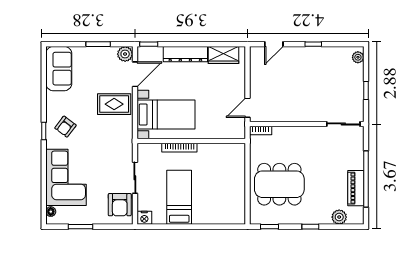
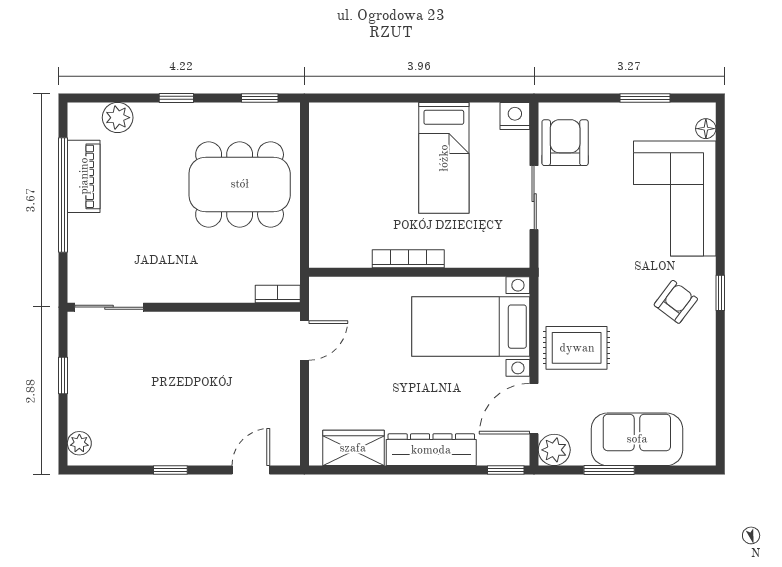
sofa: (59, 69) -> (637, 439), moved, turned 90
bookcase: (179, 148) -> (408, 259), moved

